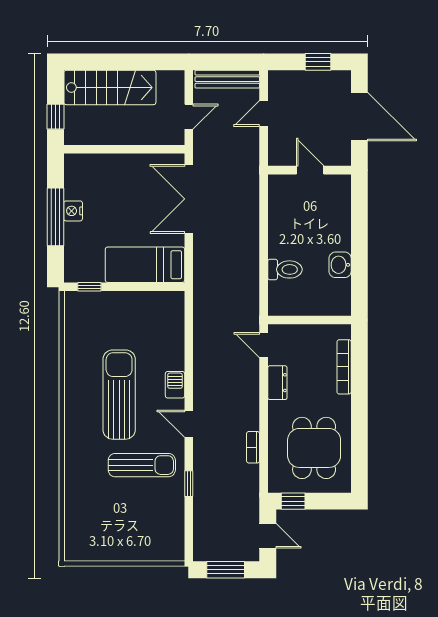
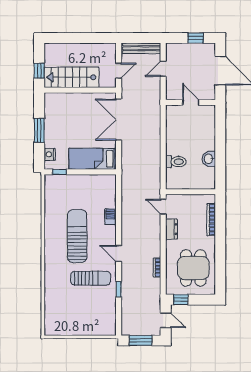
stairs: (110, 87) -> (71, 77), moved, turned 180
nightstand: (73, 211) -> (50, 154), moved
window: (55, 217) -> (39, 130), width x0.69
barbecue: (175, 385) -> (110, 217), moved

